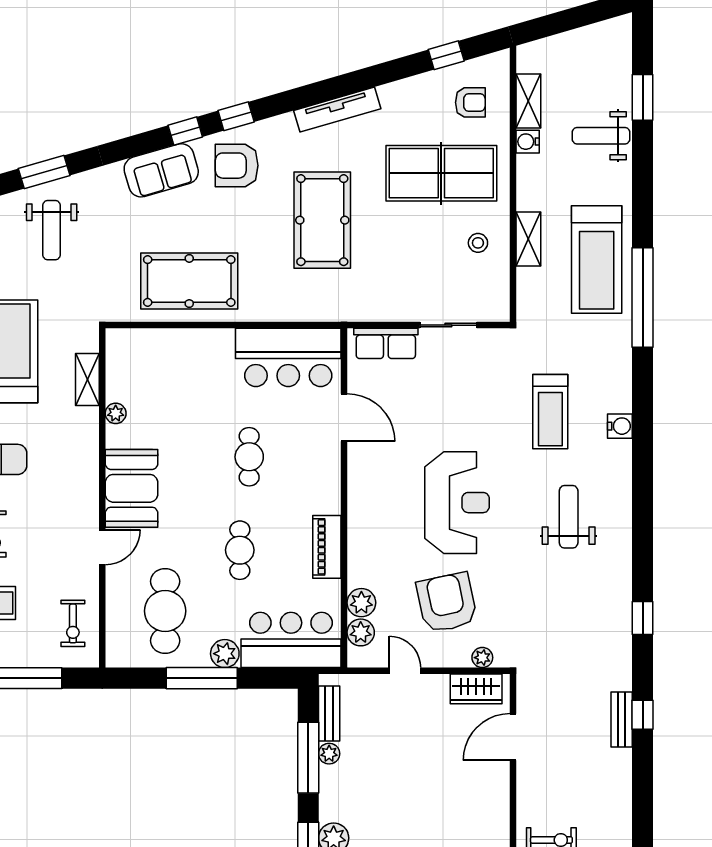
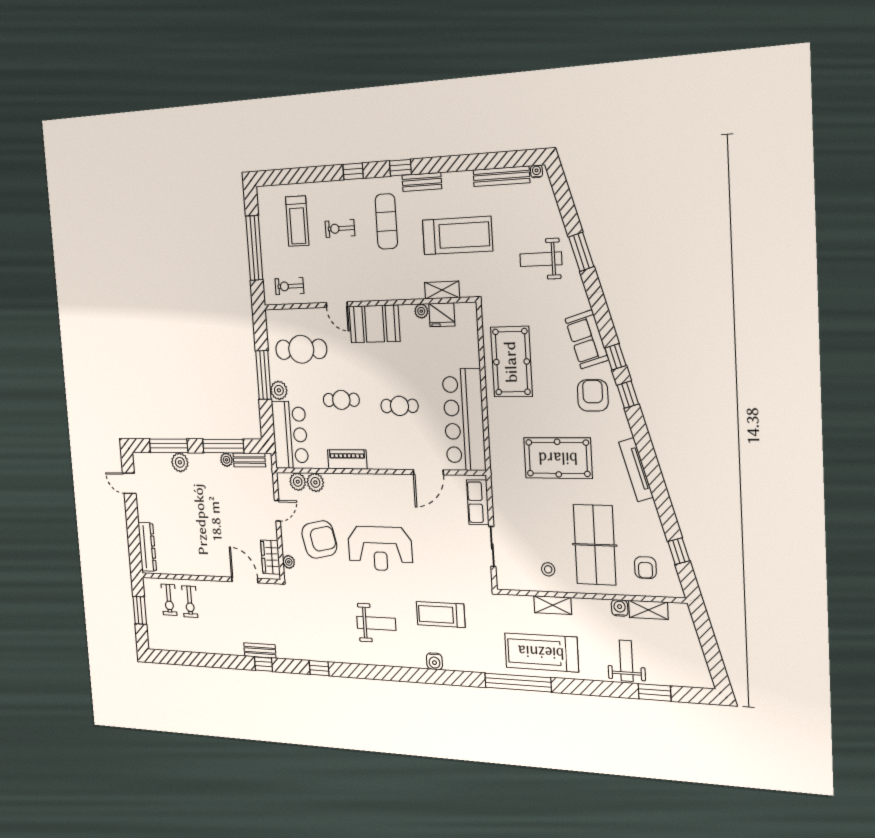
bar counter: (288, 357) -> (464, 420), width x1.36
fridge: (122, 382) -> (442, 315), added

